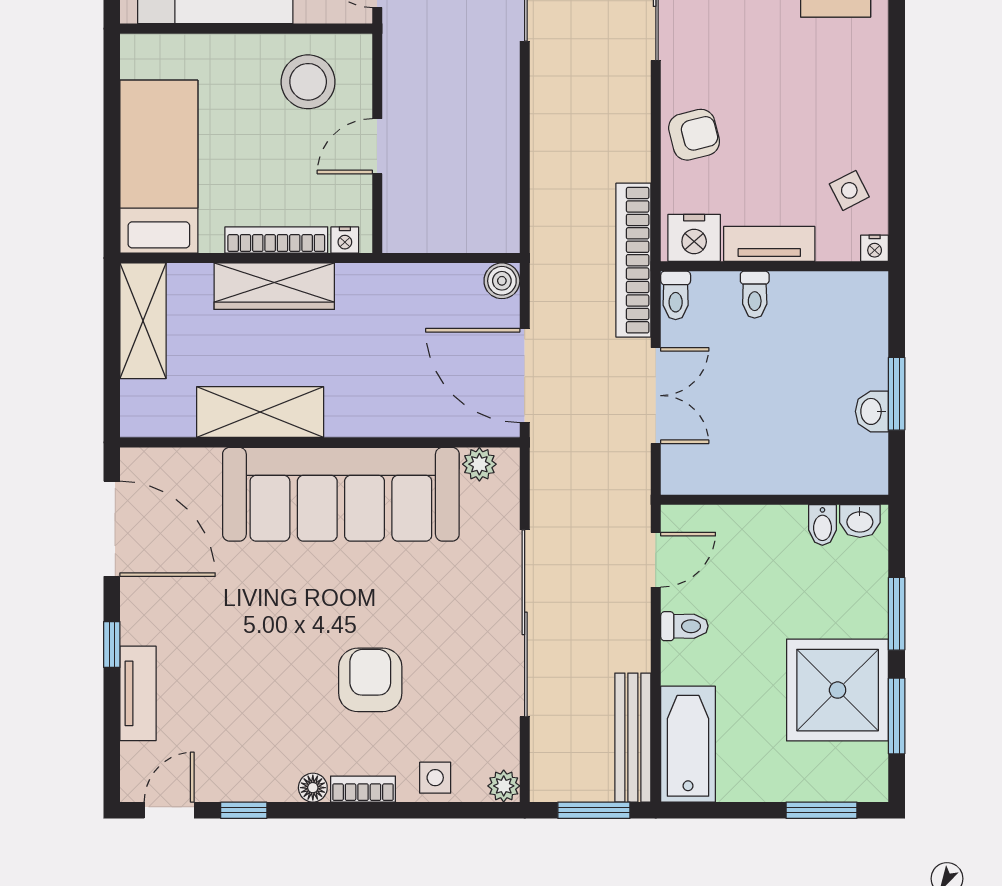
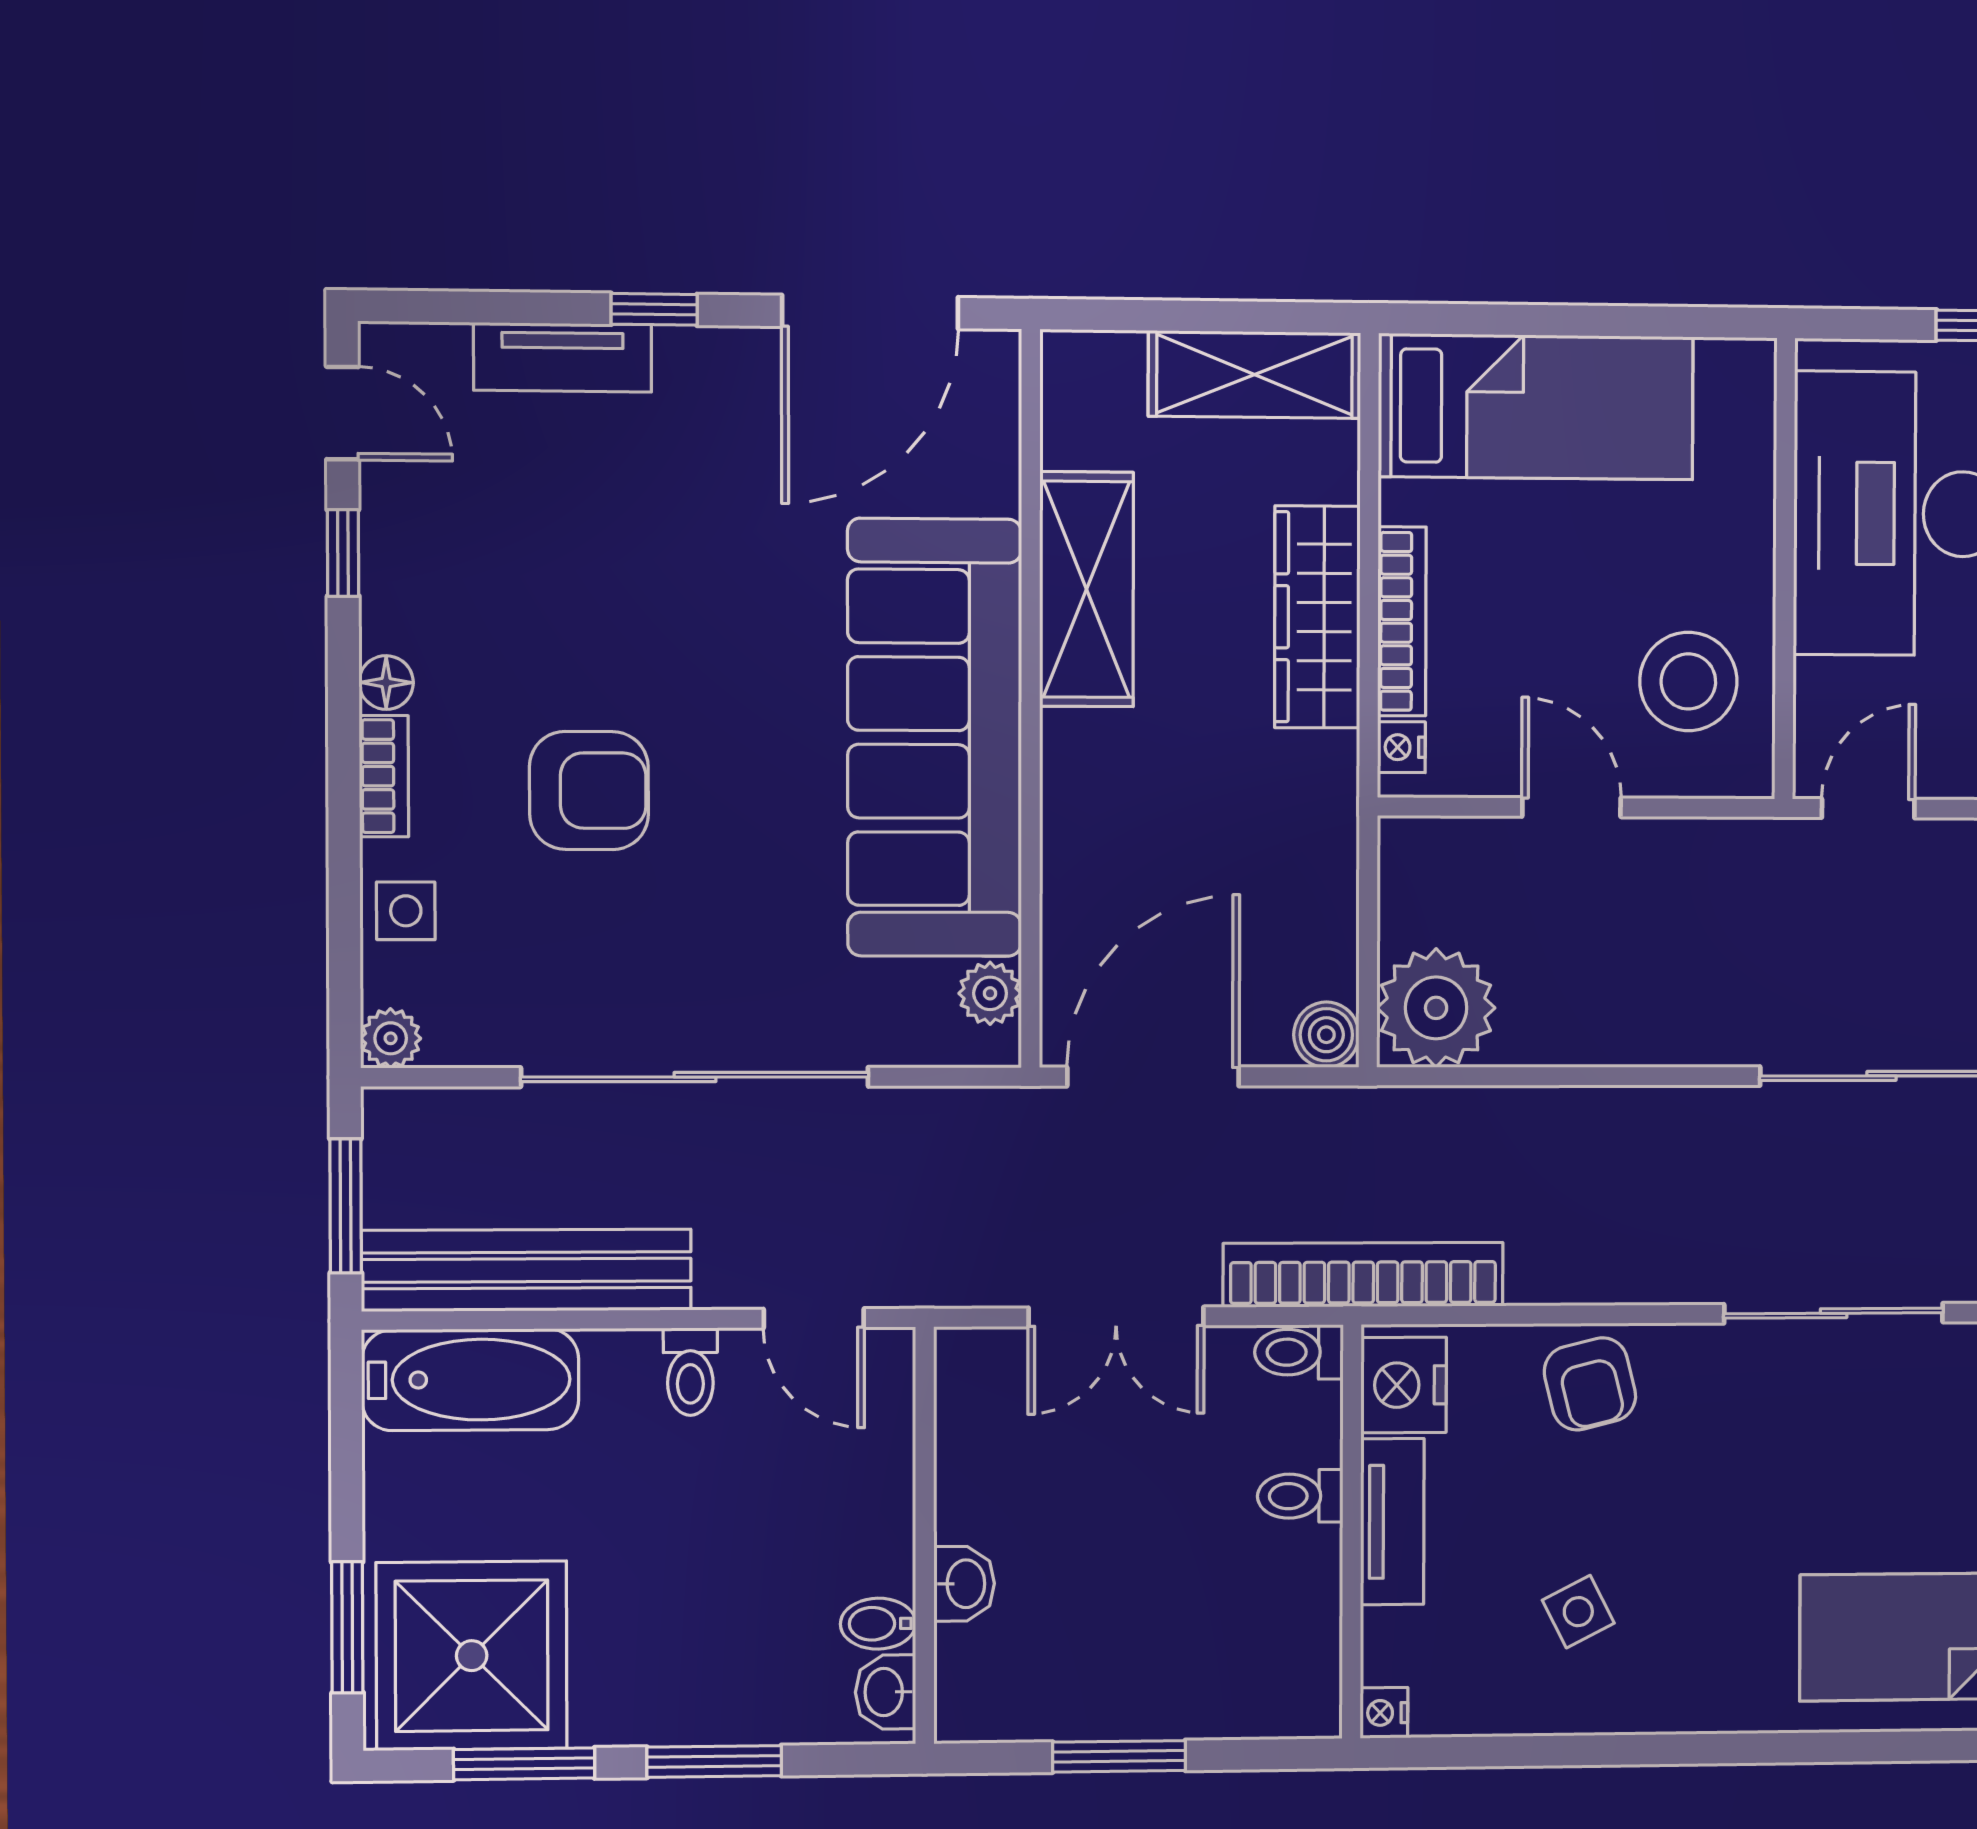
side table: (849, 190) -> (1578, 1612), moved
plant: (487, 221) -> (1436, 1008), added
washbasin: (872, 411) -> (964, 1584), moved, turned 90
shower: (838, 690) -> (472, 1656), moved
bench: (633, 738) -> (527, 1270), width x1.37, depth x1.21

